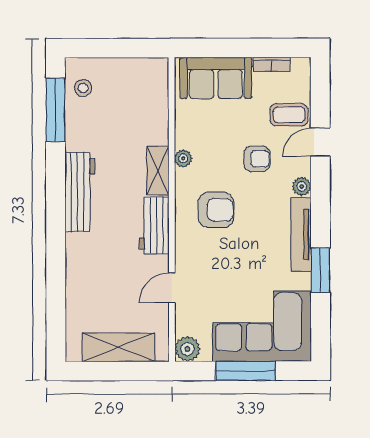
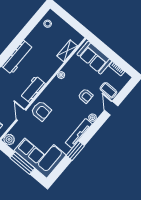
window: (56, 110) -> (32, 23), removed
door: (320, 142) -> (111, 108), hinge flipped
shelving: (158, 170) -> (67, 51), moved
armchair: (216, 210) -> (41, 111), moved
door: (172, 288) -> (21, 115), hinge flipped

